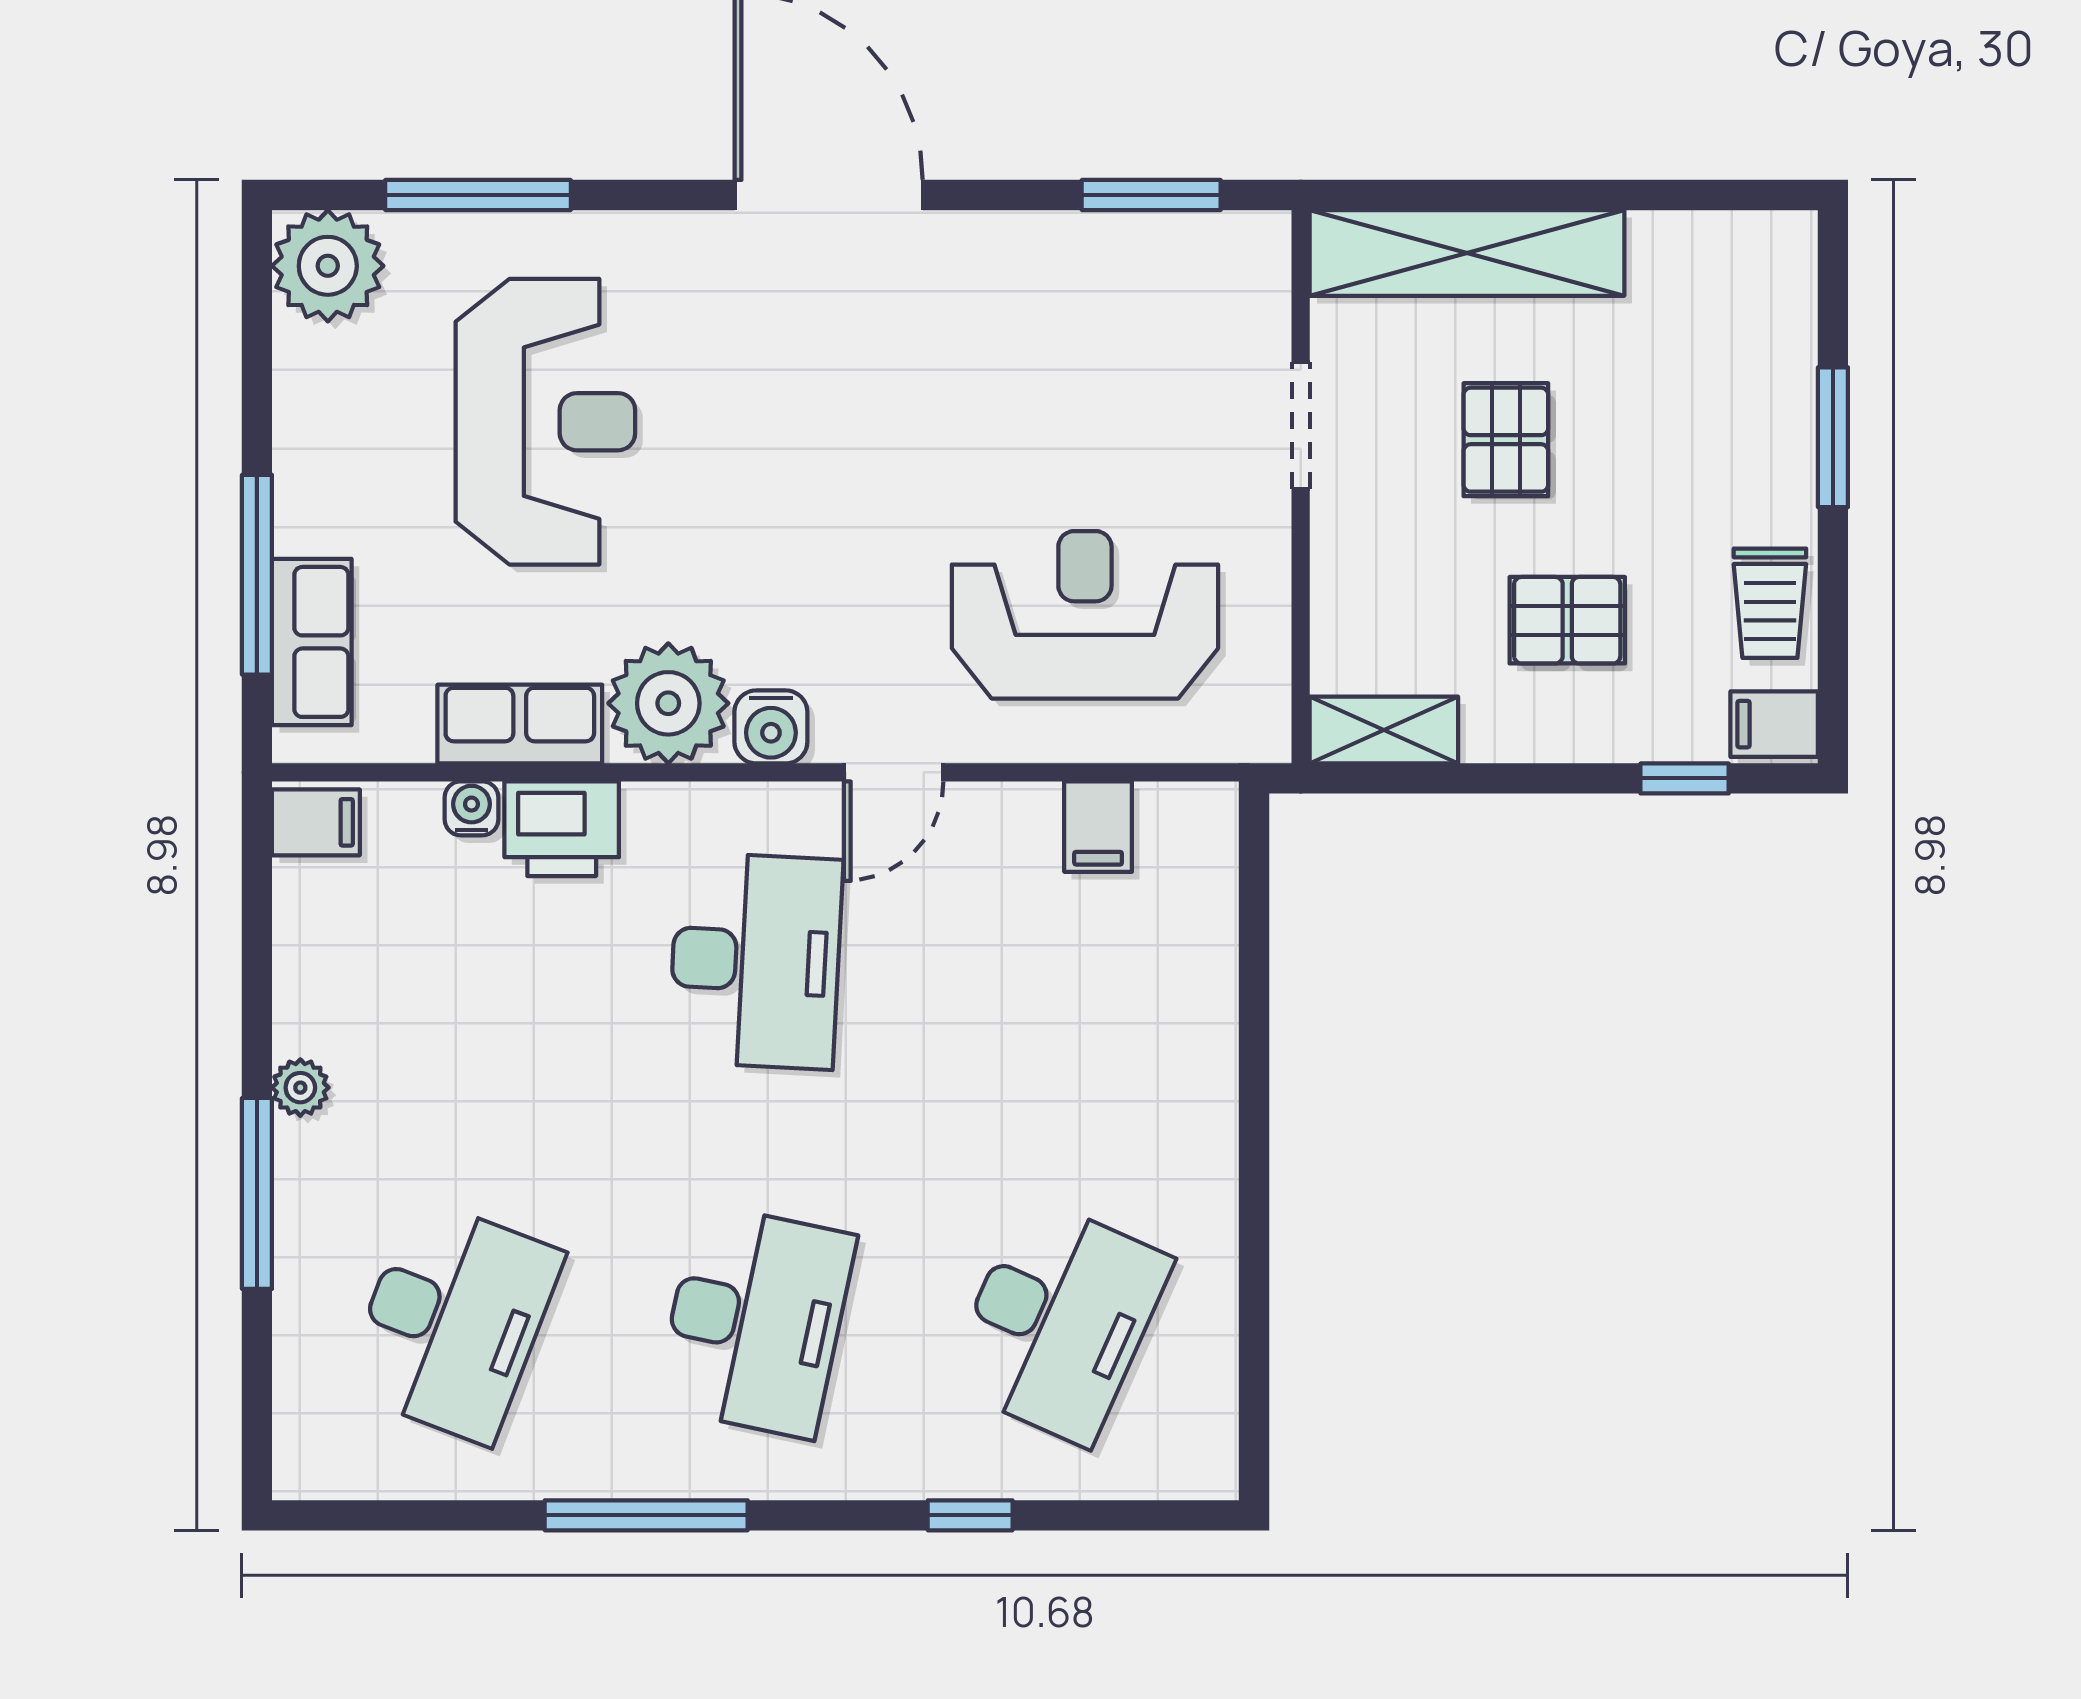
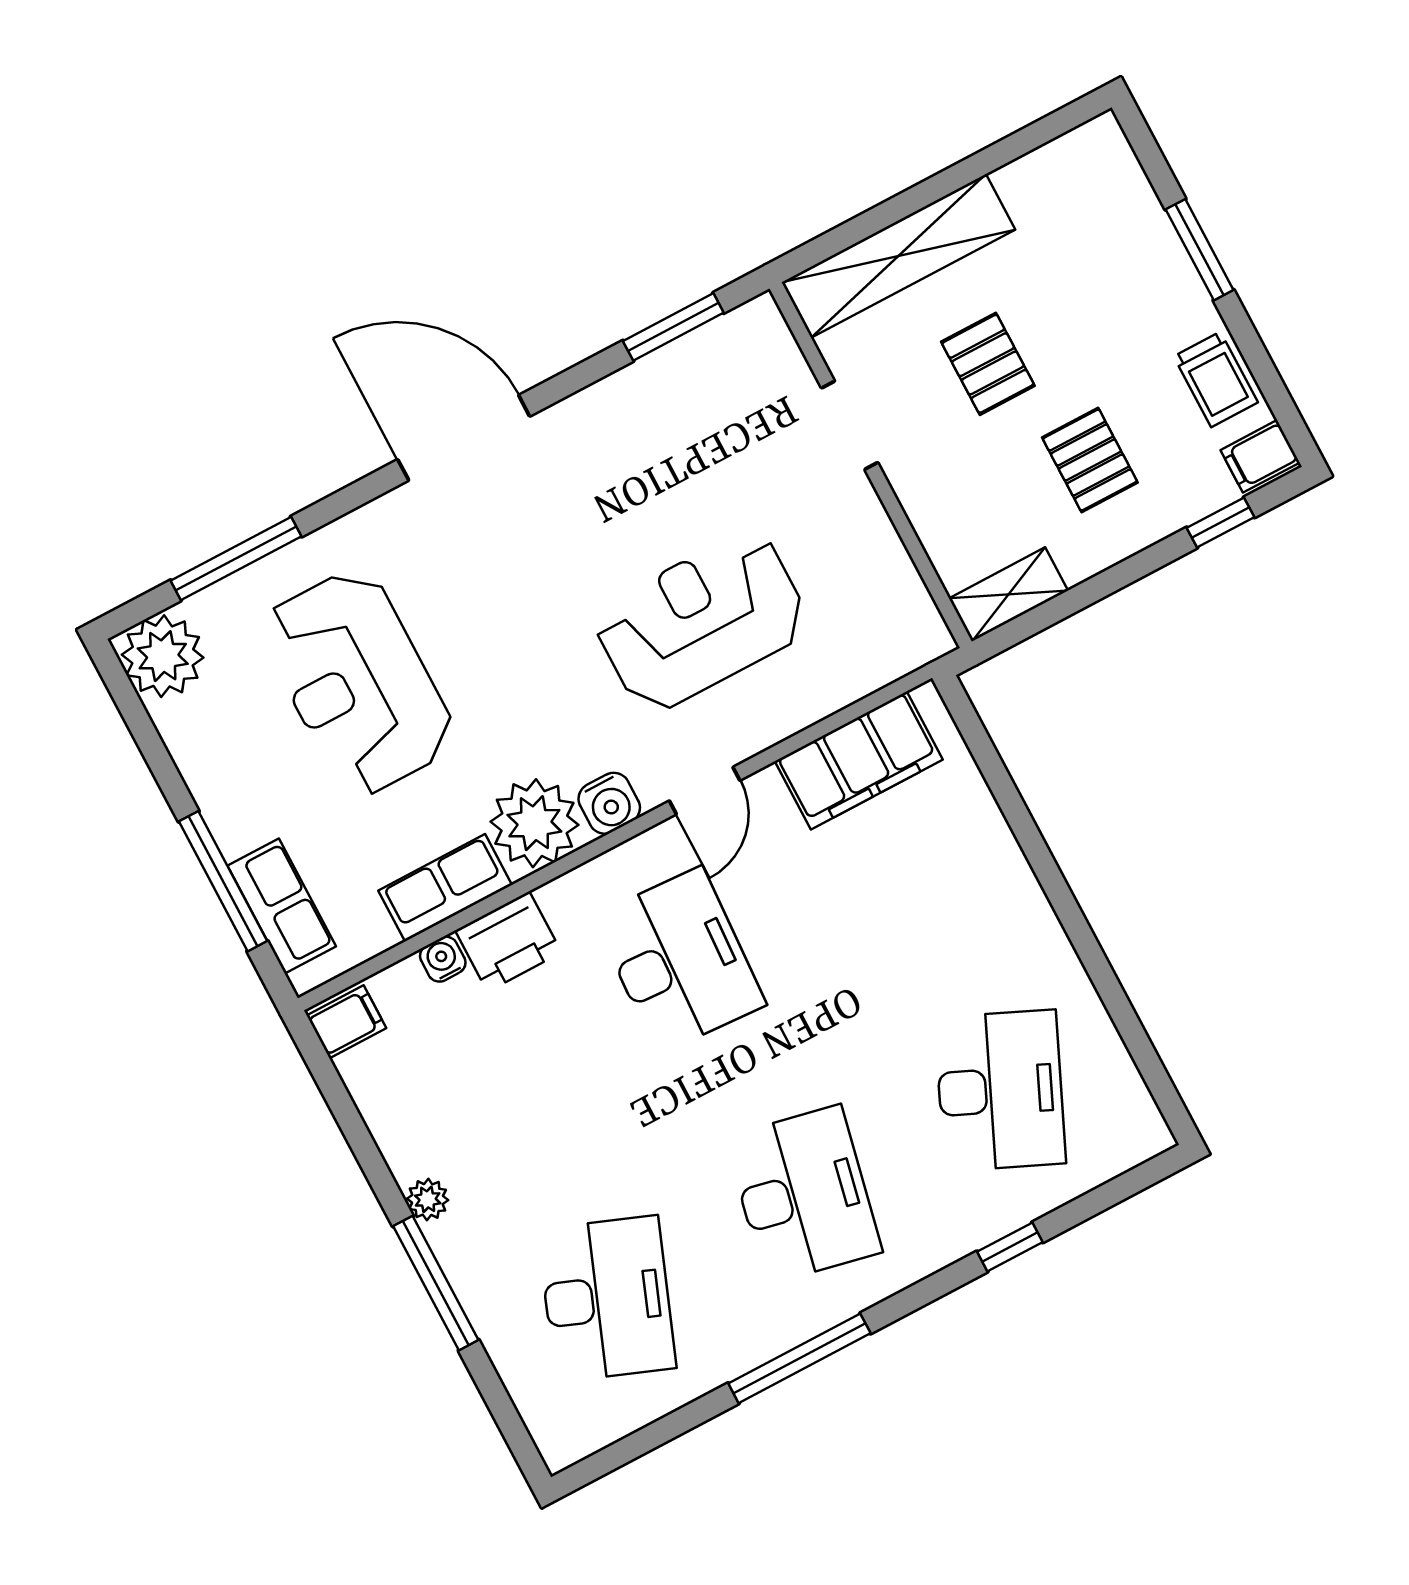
reception desk: (545, 422) -> (358, 683), turned 180
reception desk: (1085, 615) -> (701, 621), moved
pallet: (1567, 620) -> (1090, 460), turned 90
filing cabinet: (1098, 827) -> (859, 760), width x3.00, depth x1.17

